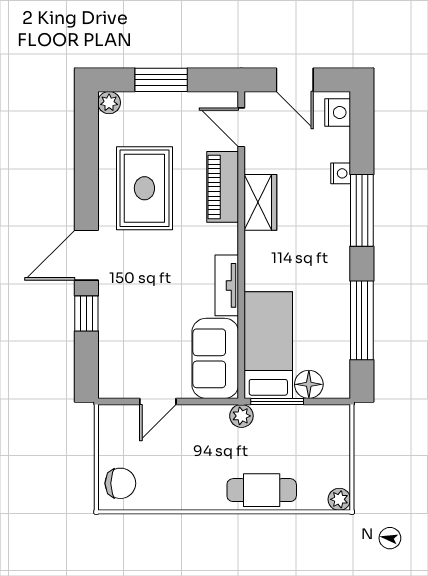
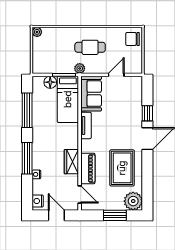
plant: (109, 103) -> (133, 201), width x1.88, depth x1.88
cafe table: (262, 490) -> (90, 47), moved

